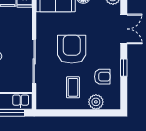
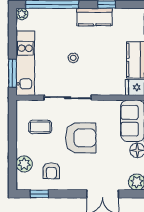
window: (124, 68) -> (39, 194), moved
coffee table: (73, 87) -> (40, 127), moved

